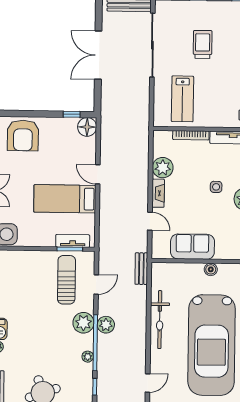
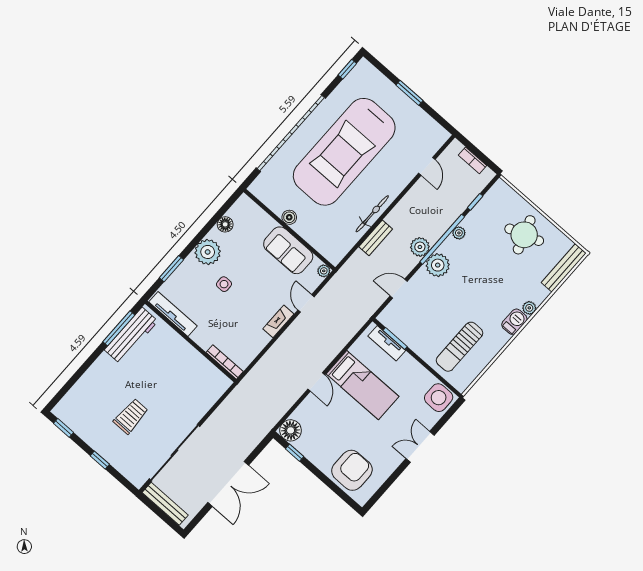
trolley: (203, 44) -> (131, 416), turned 180
lab bench: (182, 99) -> (188, 384), removed
bookcase: (191, 135) -> (225, 362), moved
plant: (163, 168) -> (324, 271), moved, width x0.53, depth x0.53
bench: (141, 269) -> (376, 238), moved
sun lounger: (66, 280) -> (460, 347), moved
bicycle: (160, 320) -> (372, 214), width x0.73, depth x0.71
car: (212, 345) -> (344, 152), turned 180
door: (148, 383) -> (427, 166), swing flipped

